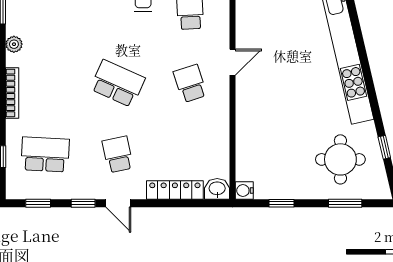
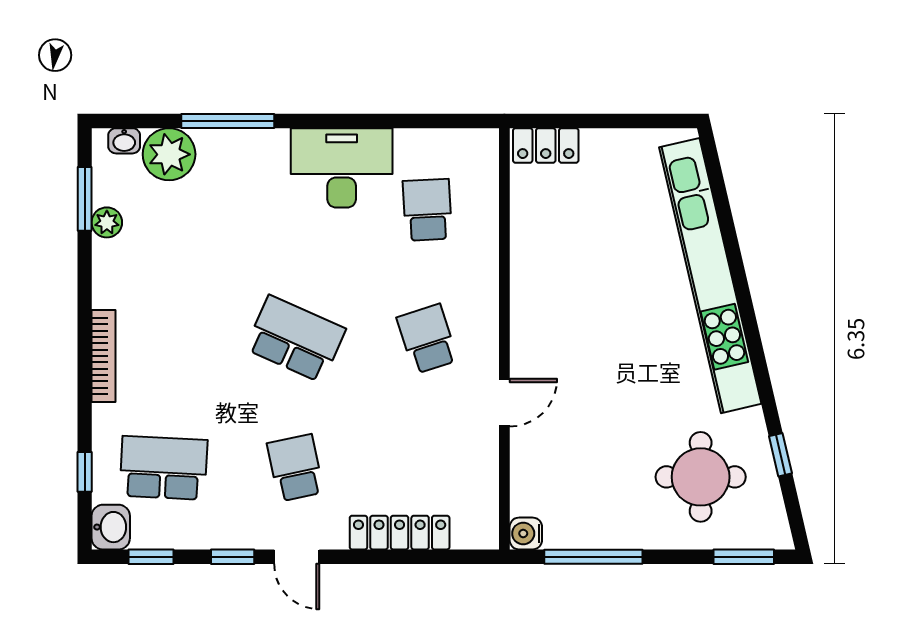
plant: (14, 44) -> (107, 222), moved
door: (233, 62) -> (504, 403), moved
washbasin: (217, 189) -> (111, 527), moved, turned 90
window: (281, 203) -> (593, 557), width x2.17
window: (345, 203) -> (744, 557), moved

